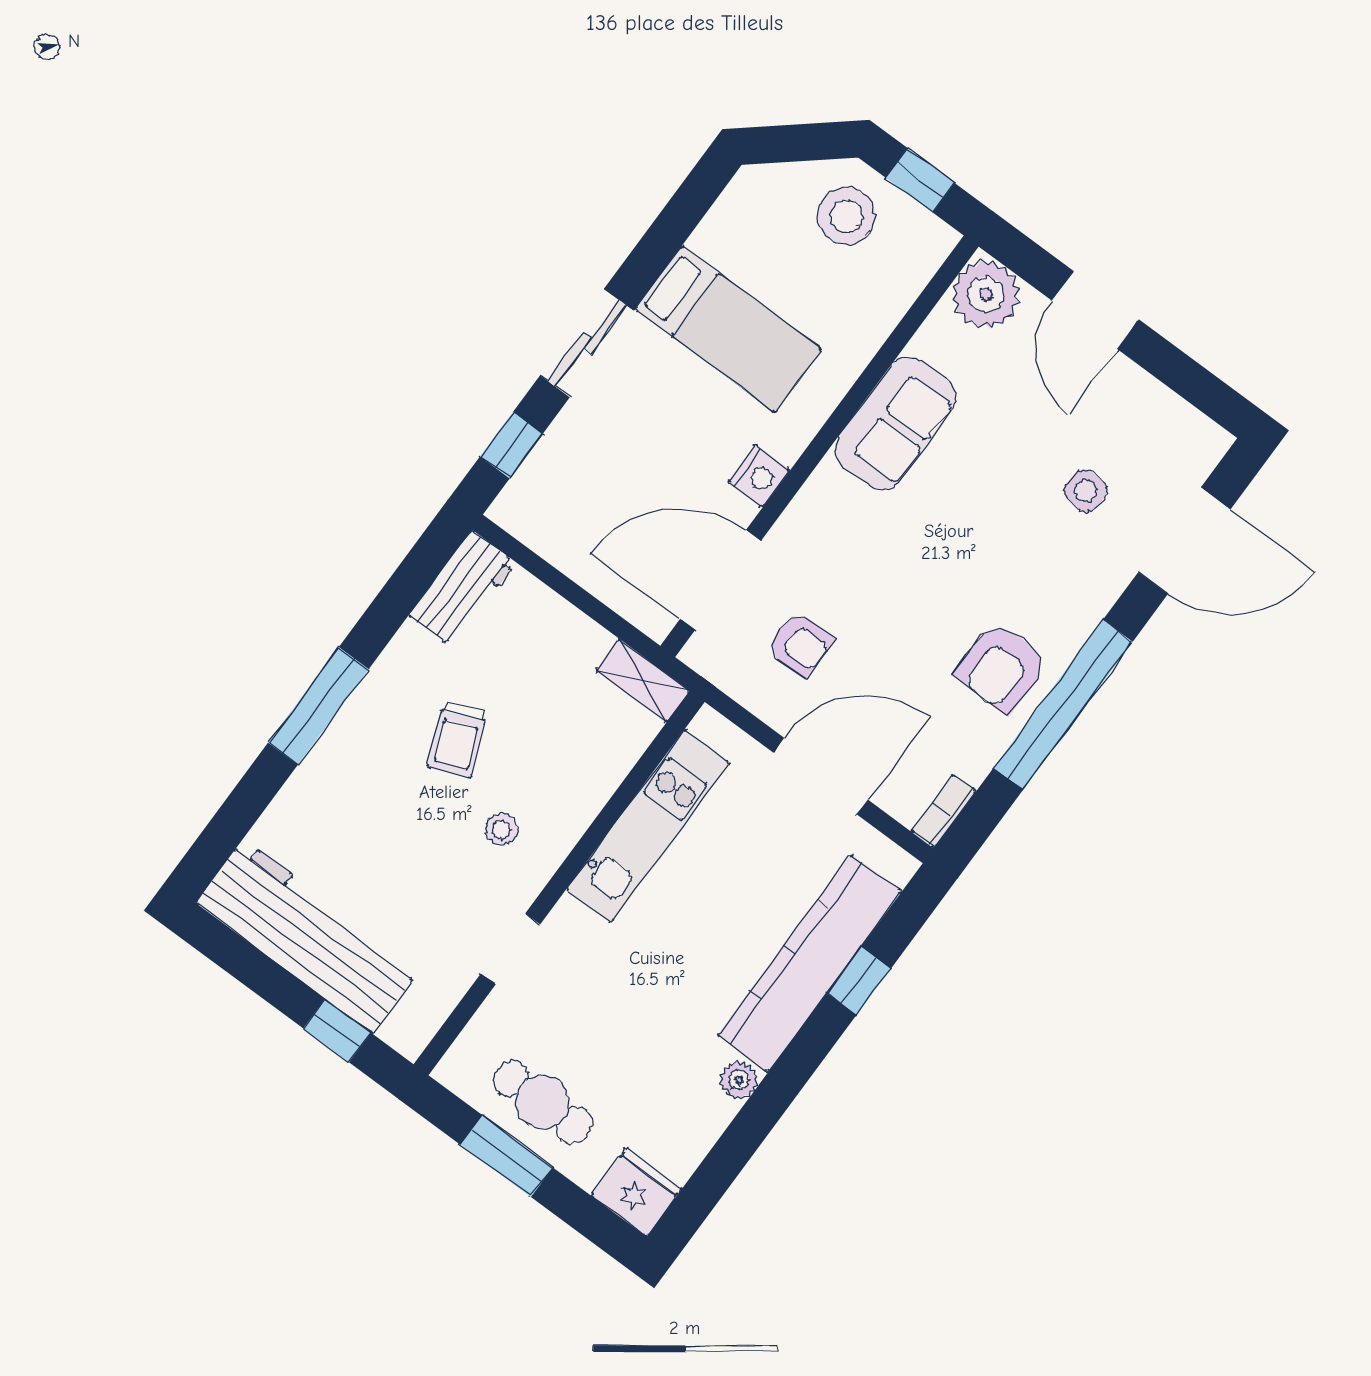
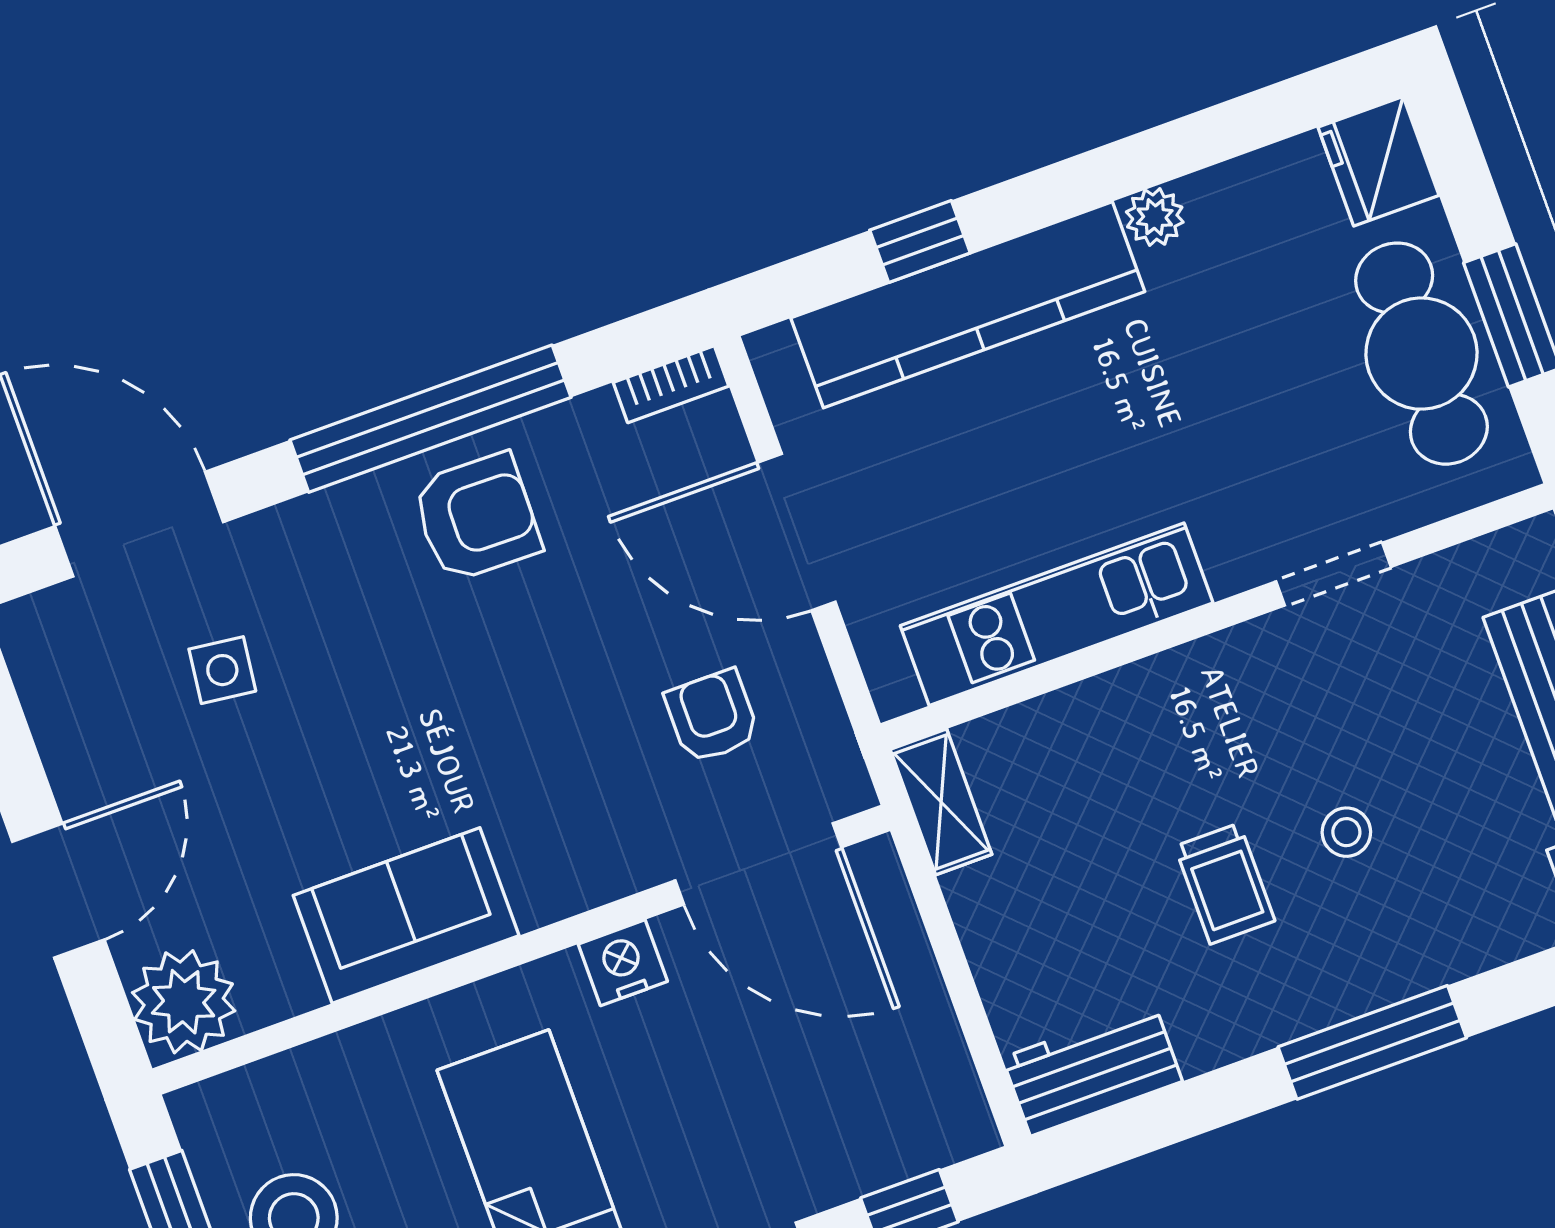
trolley: (457, 739) -> (1225, 884), turned 113
stool: (501, 829) -> (1346, 832), moved
cafe table: (543, 1102) -> (1421, 354), width x1.37, depth x1.35

